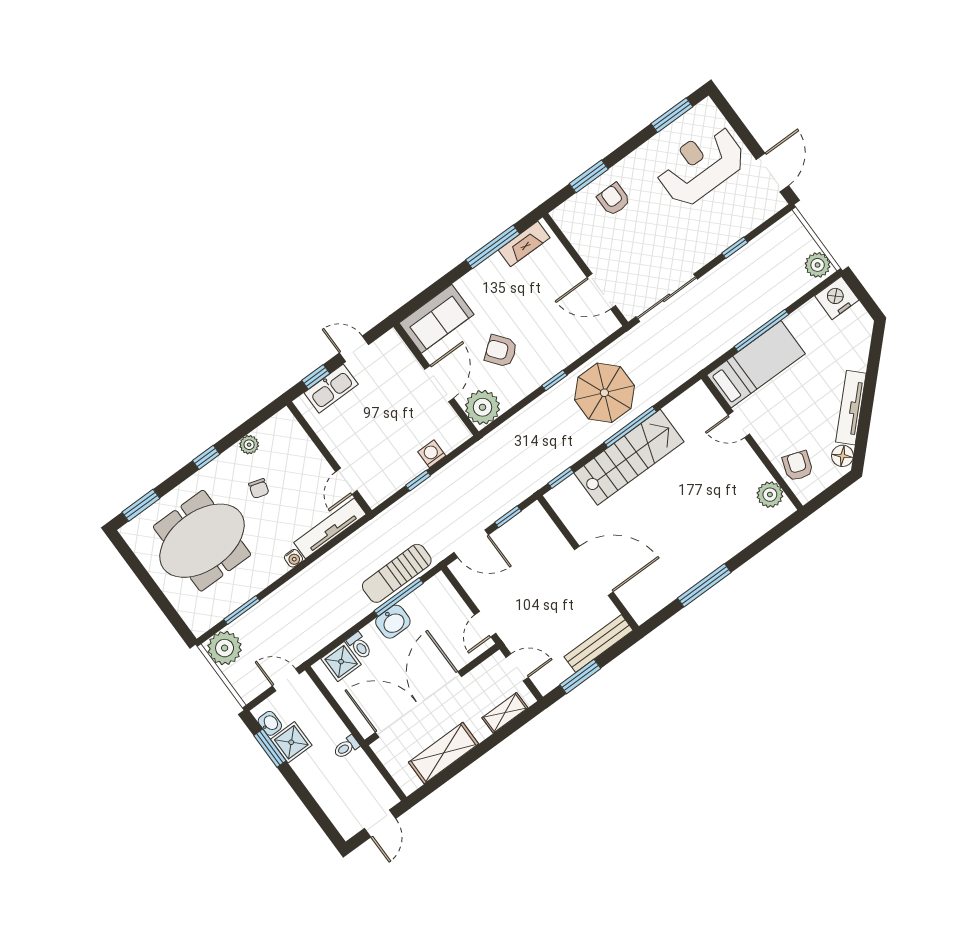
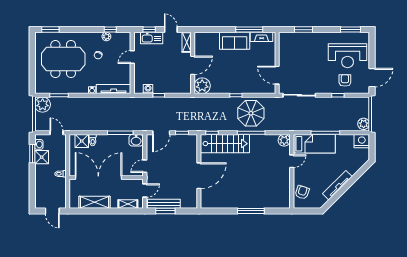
reception desk: (701, 165) -> (348, 56), turned 180
armchair: (614, 199) -> (345, 80), moved
sofa: (436, 319) -> (235, 41), moved
shelving: (398, 351) -> (187, 42), added
armchair: (501, 351) -> (224, 70), removed
door: (739, 425) -> (292, 161), swing flipped
washing machine: (432, 454) -> (148, 89), moved
floor lamp: (842, 456) -> (321, 201), removed
window: (206, 457) -> (110, 30), moved
stairs: (629, 457) -> (225, 144), moved
door: (346, 481) -> (132, 57), moved
plant: (770, 495) -> (284, 140), moved
door: (471, 544) -> (161, 133), hinge flipped
door: (594, 571) -> (199, 176), hinge flipped
sun lounger: (397, 573) -> (126, 124), removed
window: (704, 585) -> (251, 211), moved
washbasin: (393, 622) -> (136, 140), moved
bench: (599, 644) -> (164, 204), moved
door: (517, 667) -> (145, 191), hinge flipped
door: (380, 824) -> (52, 211), hinge flipped

